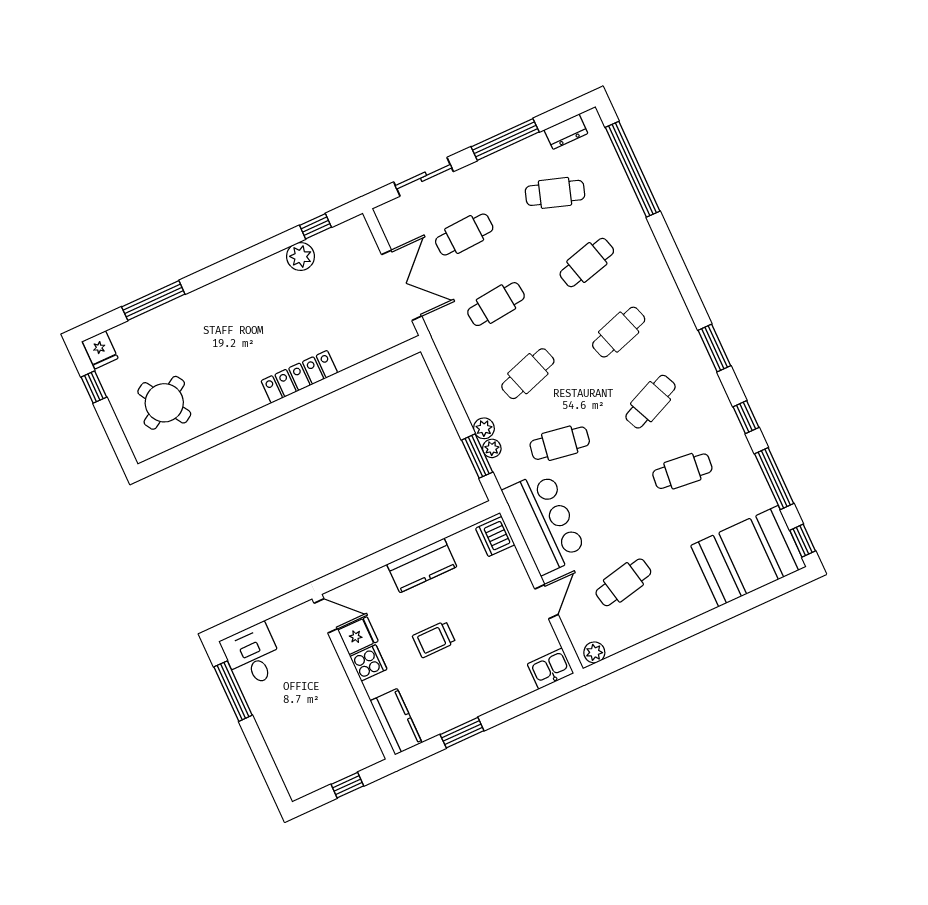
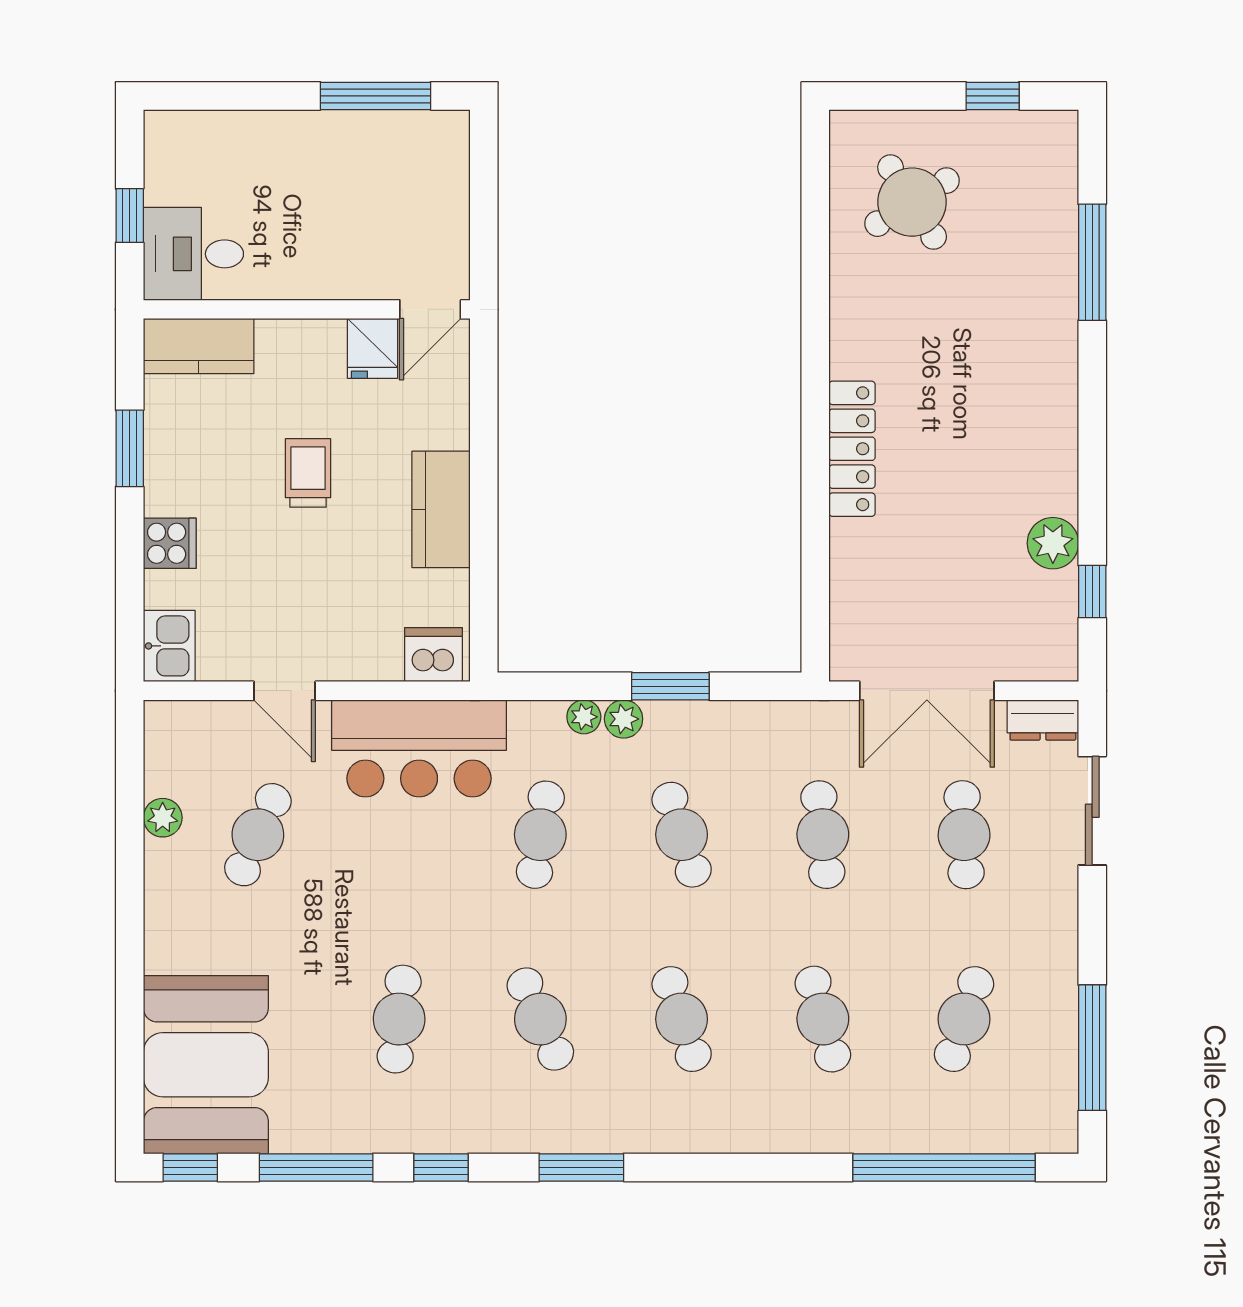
dresser: (566, 132) -> (1043, 720), moved, turned -90
window: (505, 139) -> (1092, 1048), moved
fridge: (100, 350) -> (1050, 135), removed
window: (477, 456) -> (670, 686), moved
cafe table: (623, 582) -> (258, 835), turned 36
plant: (594, 652) -> (163, 818), moved
desk: (253, 655) -> (193, 254), moved, turned 180
cooker: (368, 663) -> (170, 543), moved, turned -90

